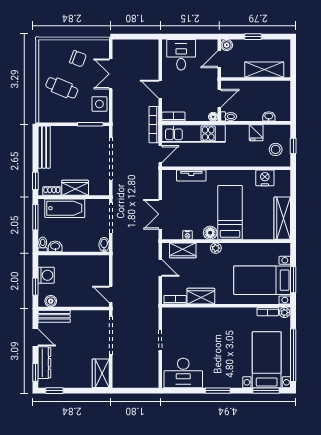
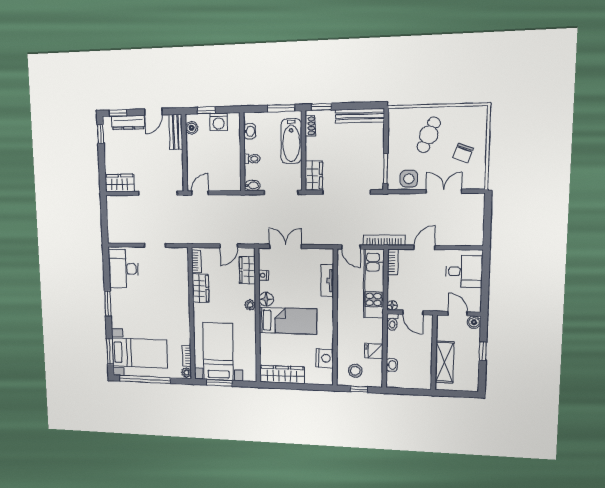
wardrobe: (75, 188) -> (314, 176), moved
toilet: (43, 244) -> (252, 159), moved

